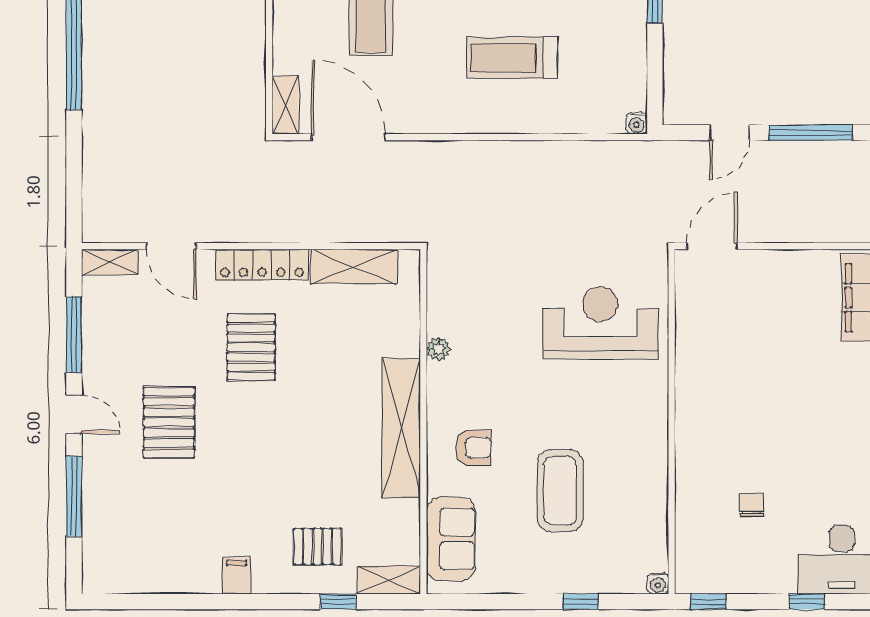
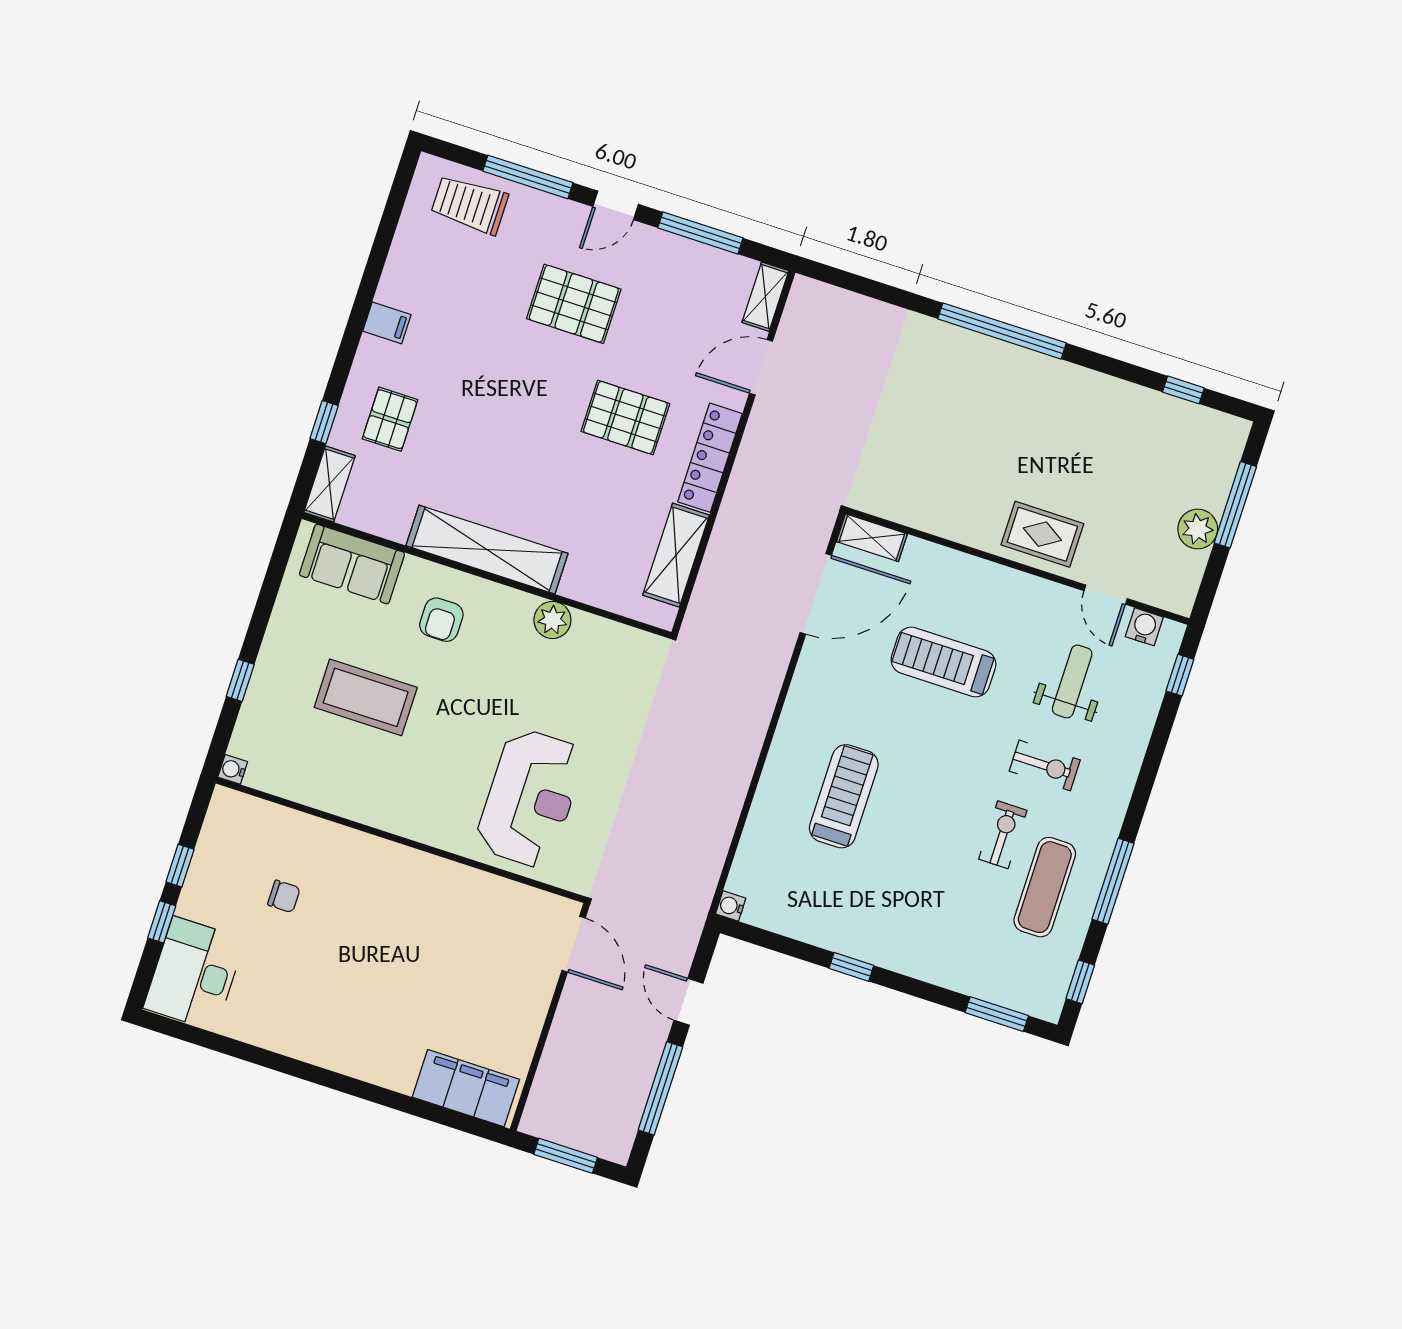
plant: (438, 349) -> (552, 620), width x1.38, depth x1.38
trolley: (114, 538) -> (470, 205), added
window: (708, 602) -> (180, 866), moved

